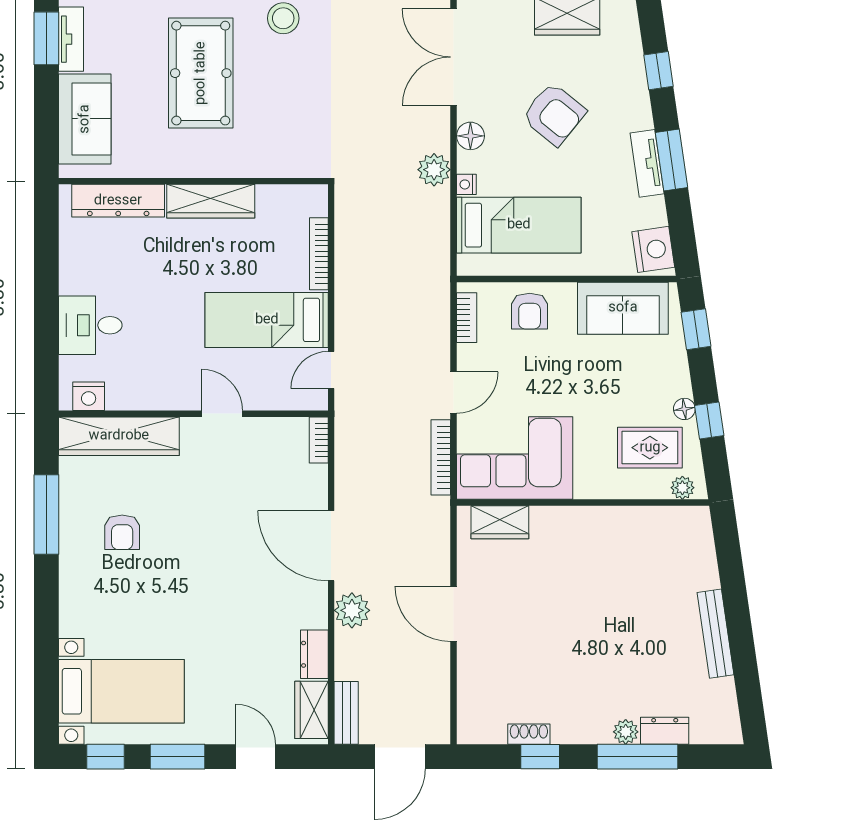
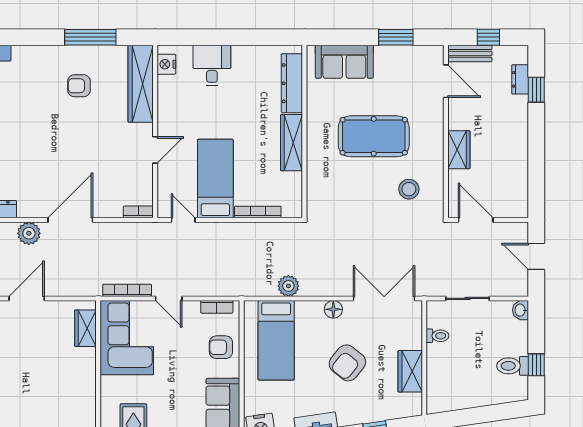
tv unit: (71, 39) -> (396, 53), removed
plant: (434, 170) -> (288, 286), moved
nightstand: (466, 184) -> (302, 307), removed

